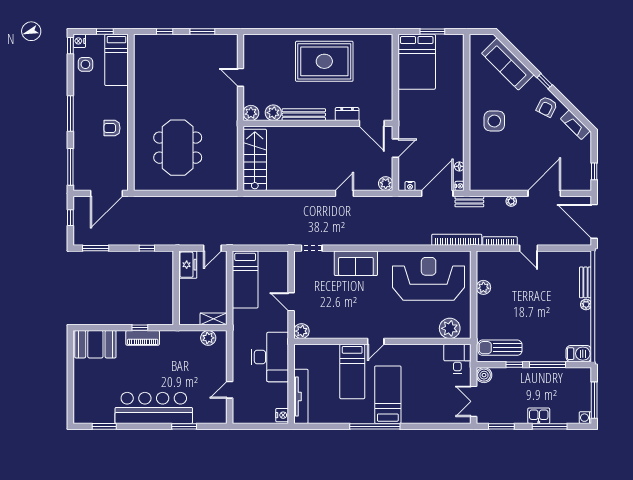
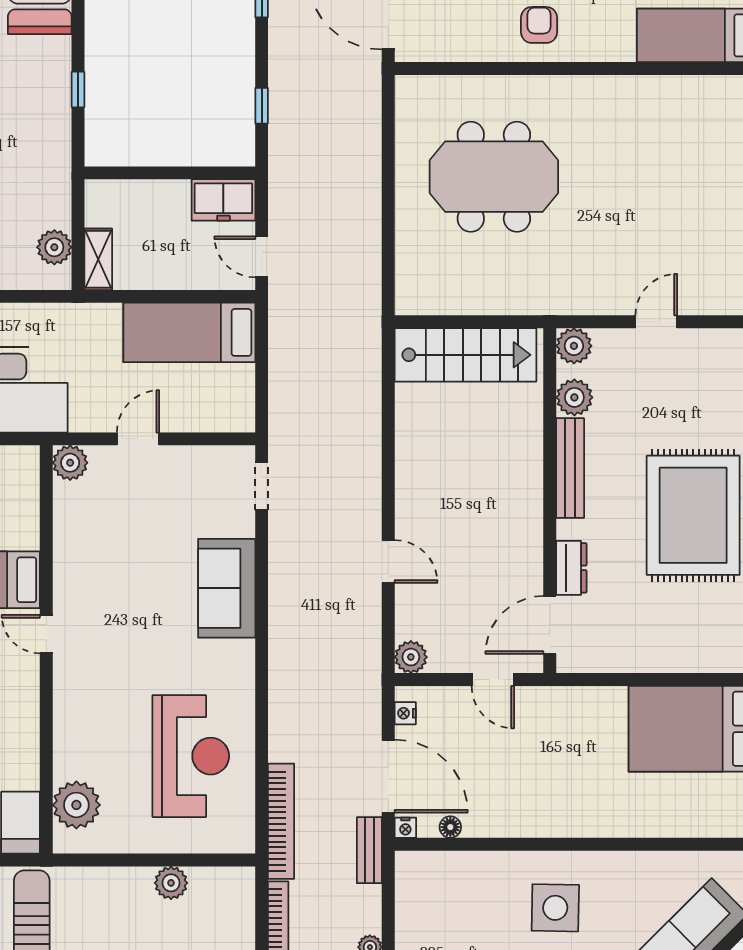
reception desk: (429, 279) -> (191, 756), width x0.74, depth x0.77
piano: (143, 338) -> (54, 96), removed

